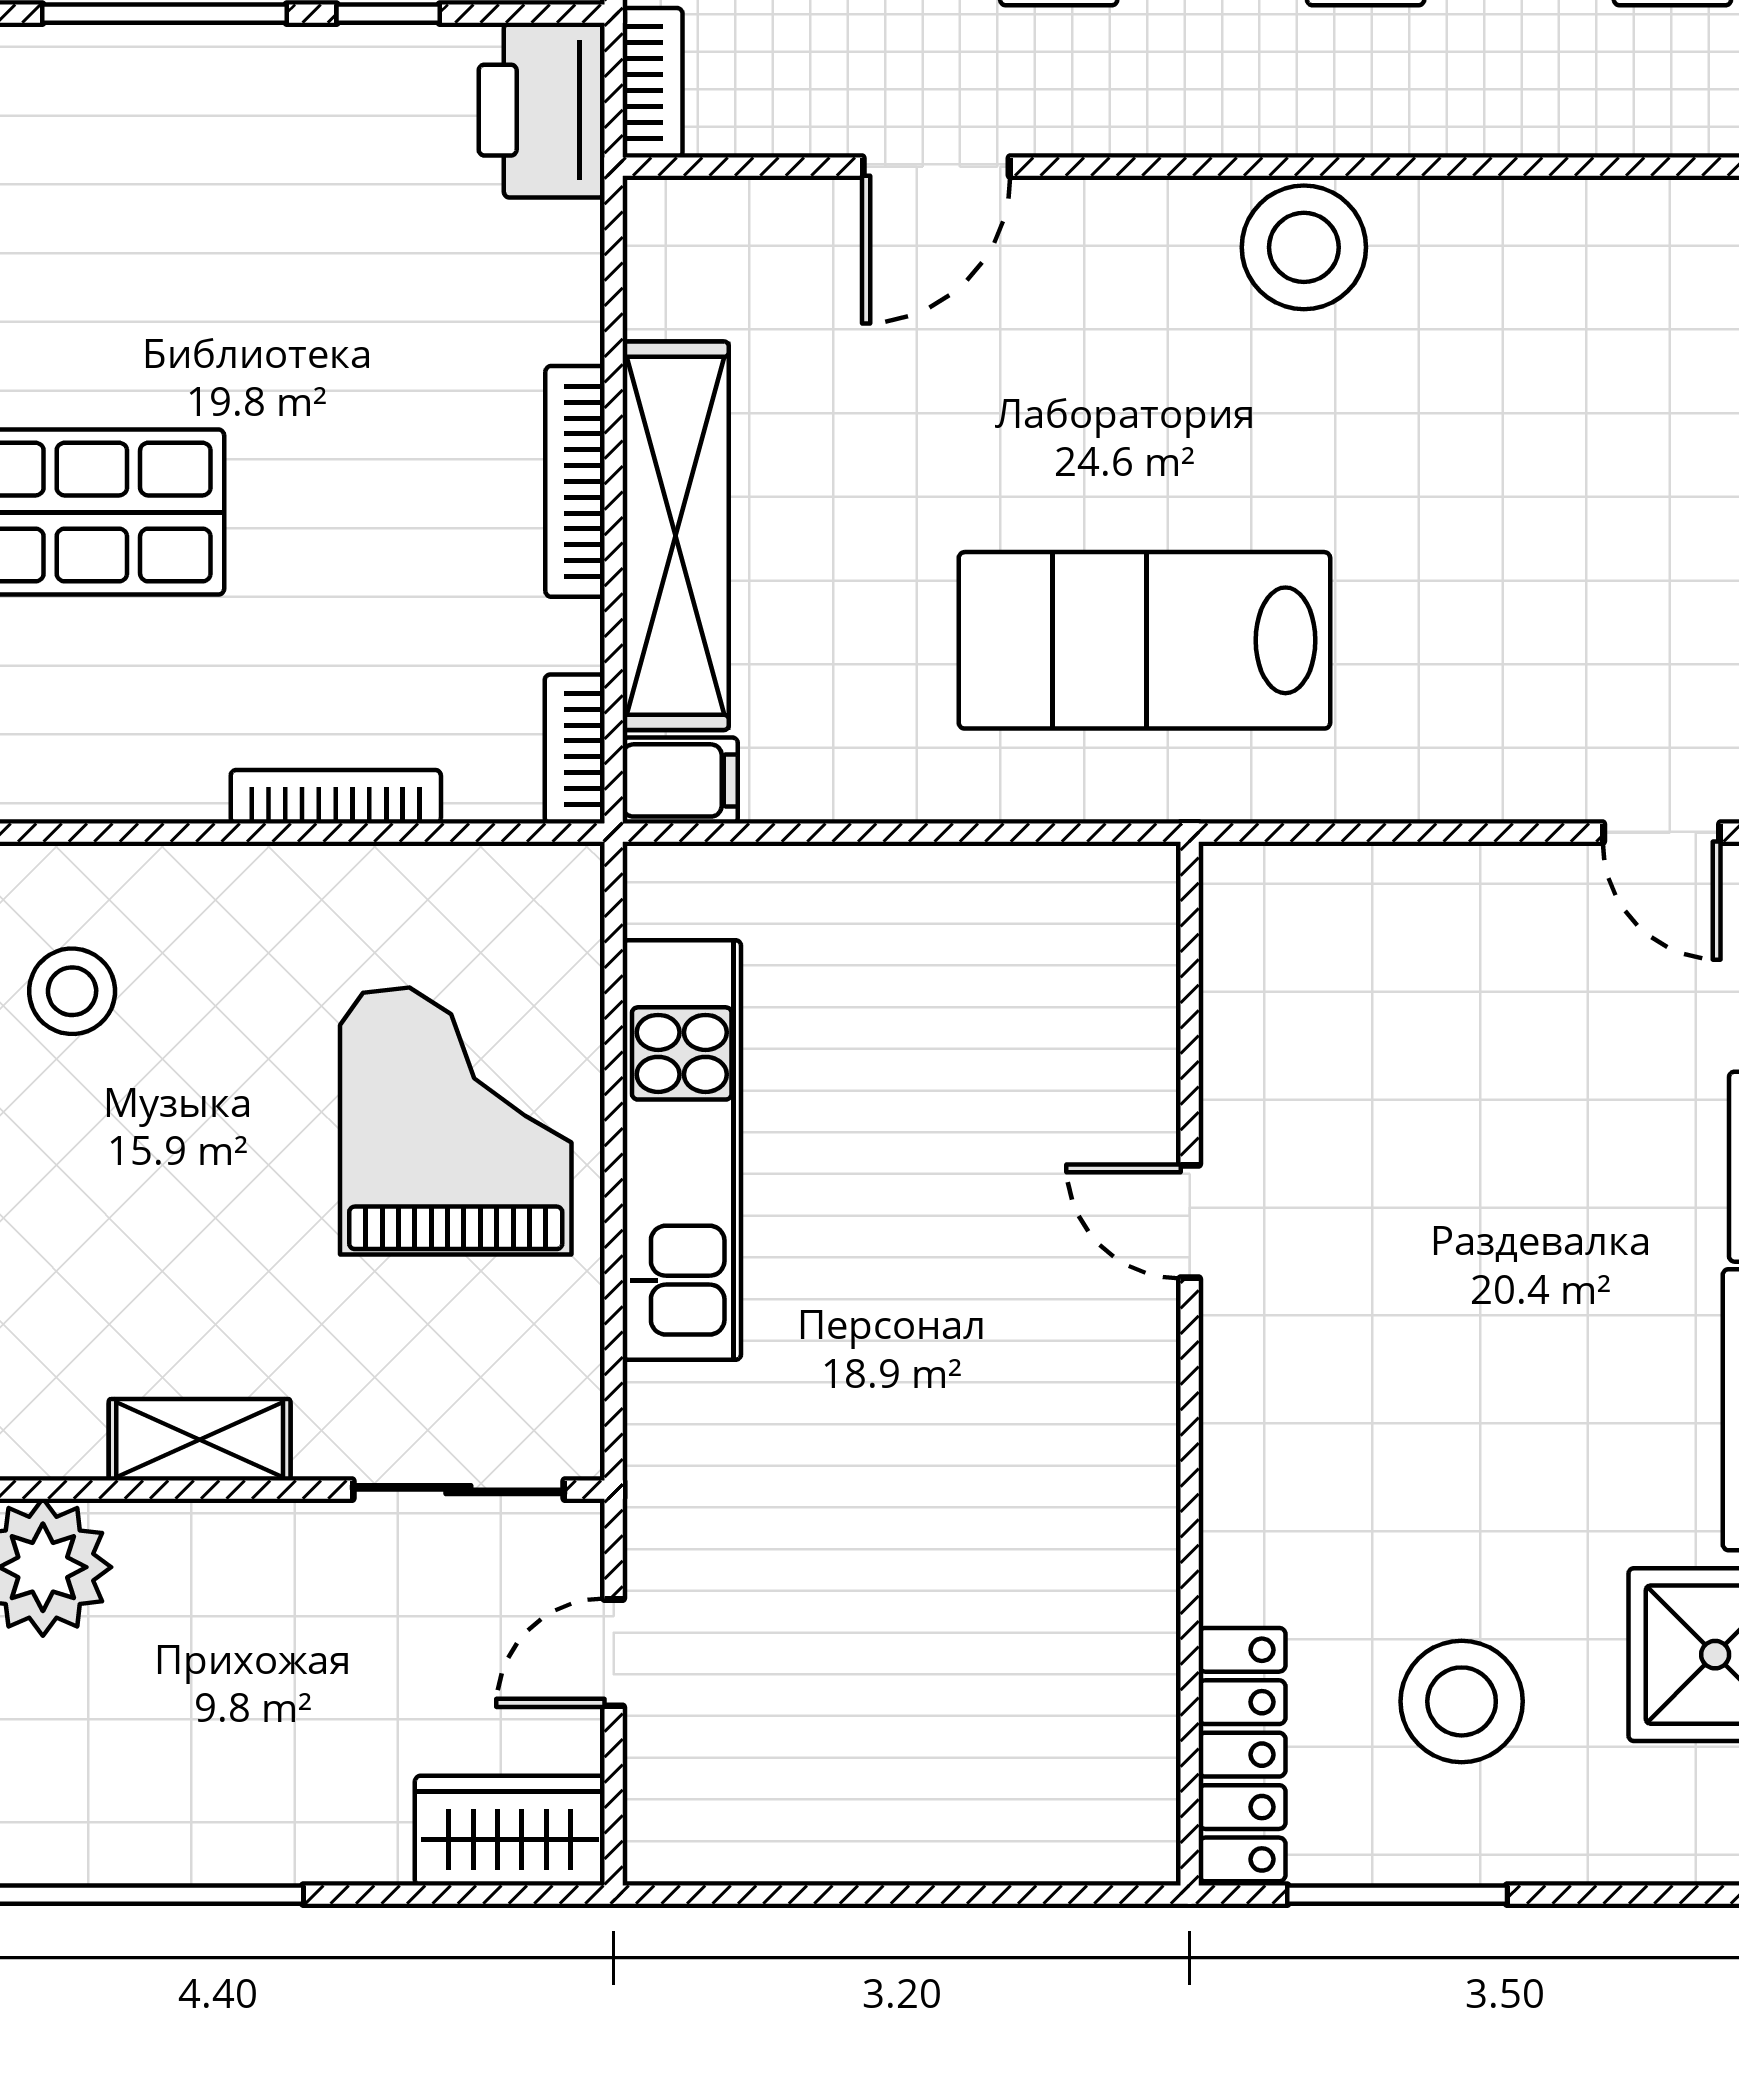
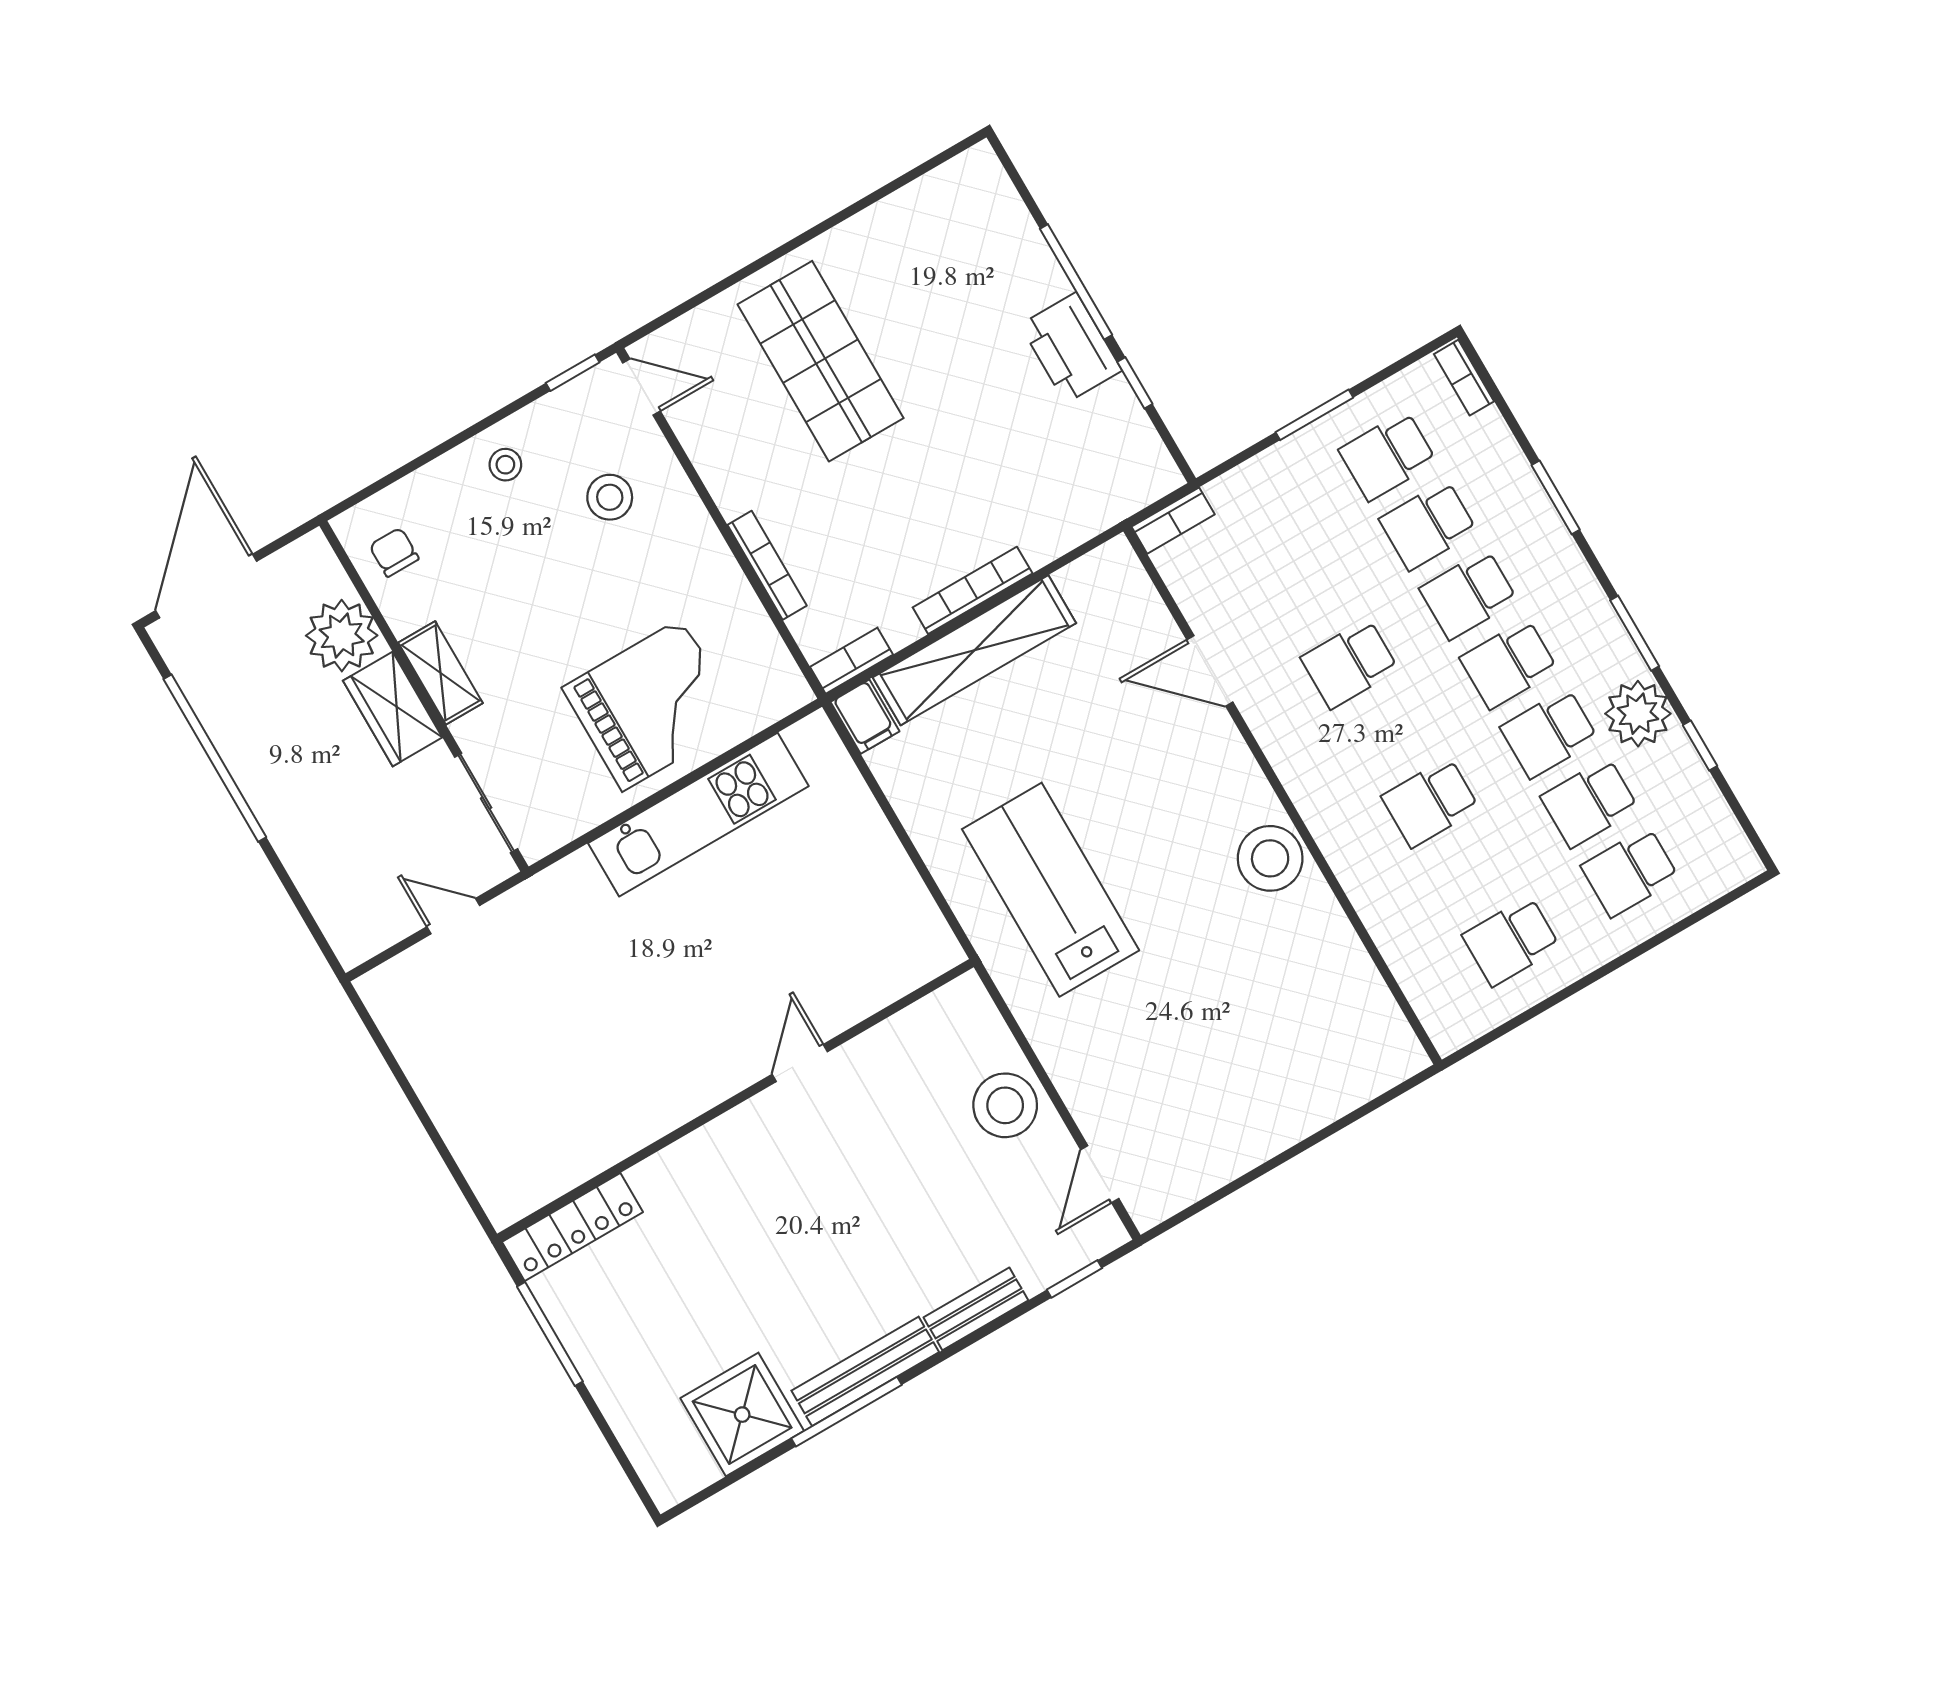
printer: (542, 110) -> (1071, 348), moved, turned -90
stool: (1462, 1701) -> (1005, 1105), moved
wardrobe: (510, 1831) -> (393, 709), moved, turned 180

